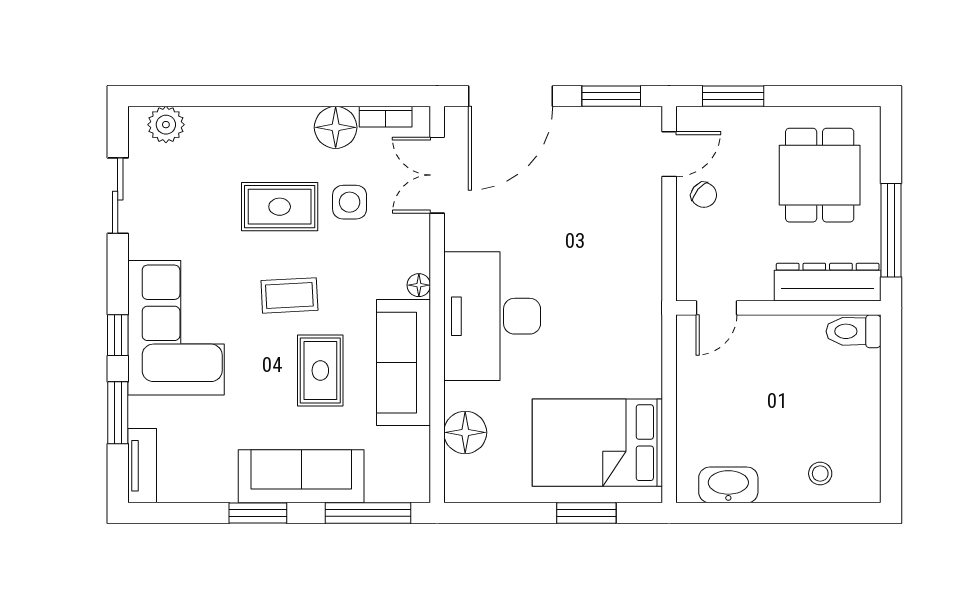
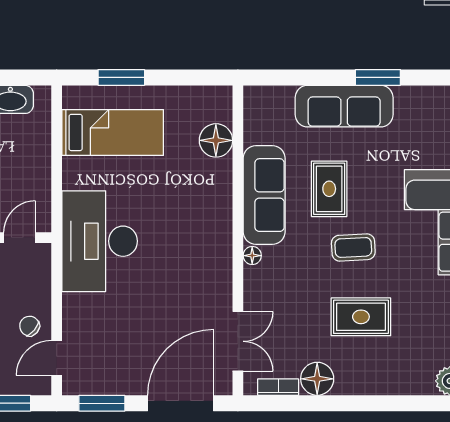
side table: (350, 202) -> (306, 320), removed
desk: (492, 316) -> (100, 241), moved, turned 180
bed: (597, 443) -> (113, 132), width x0.67
window: (368, 513) -> (292, 77), removed

